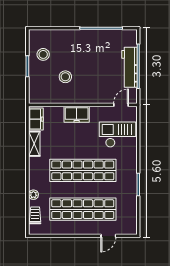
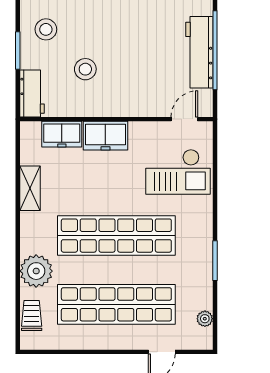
workbench: (35, 90) -> (32, 94), added
freezer: (36, 119) -> (62, 134), moved, turned 90
checkout: (118, 135) -> (178, 172), turned 180
plant: (33, 195) -> (36, 271), width x1.87, depth x1.87
plant: (133, 217) -> (205, 319), added

